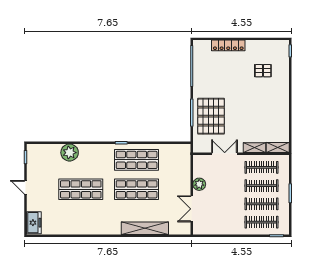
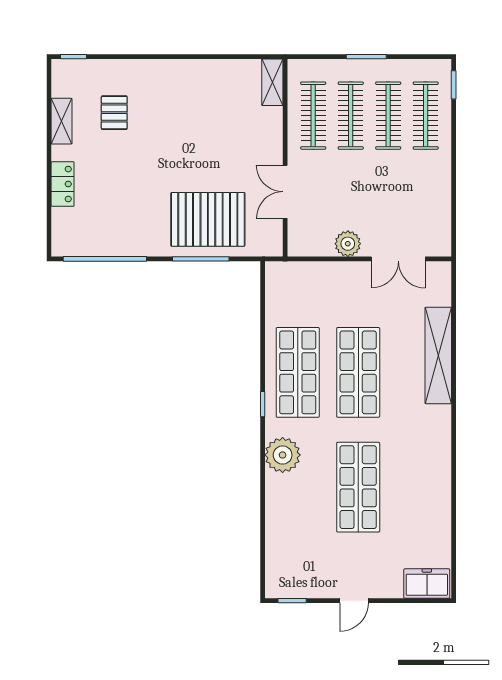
locker: (228, 45) -> (63, 184), width x0.66
shelving: (254, 148) -> (62, 121), moved
plant: (70, 153) -> (283, 455), moved

